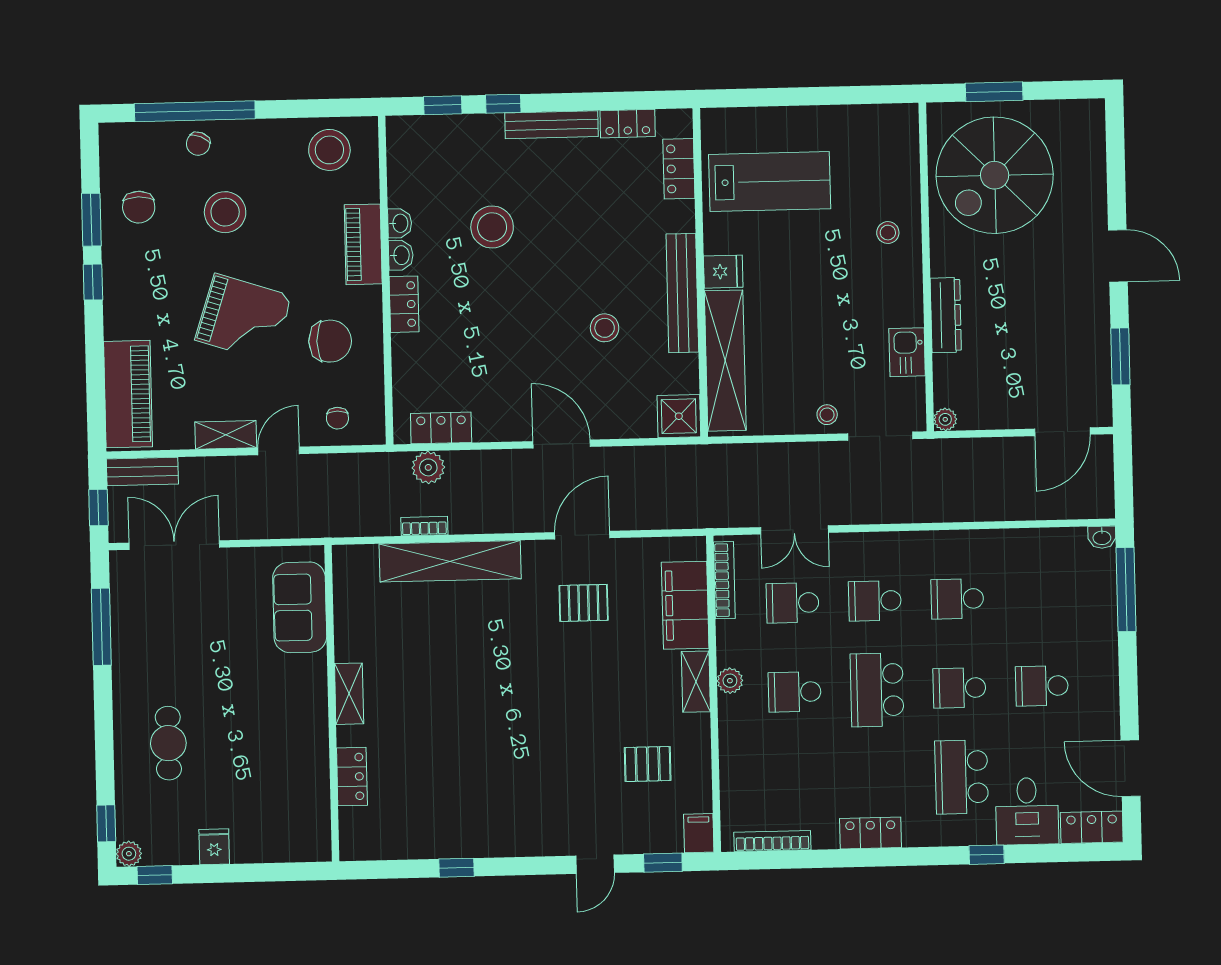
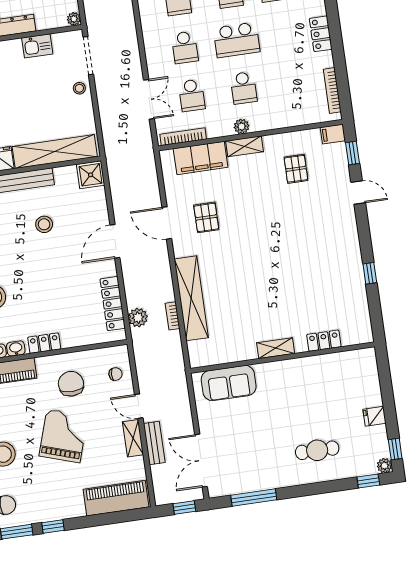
locker: (441, 428) -> (113, 304), width x1.53
bench: (142, 471) -> (154, 443), moved

